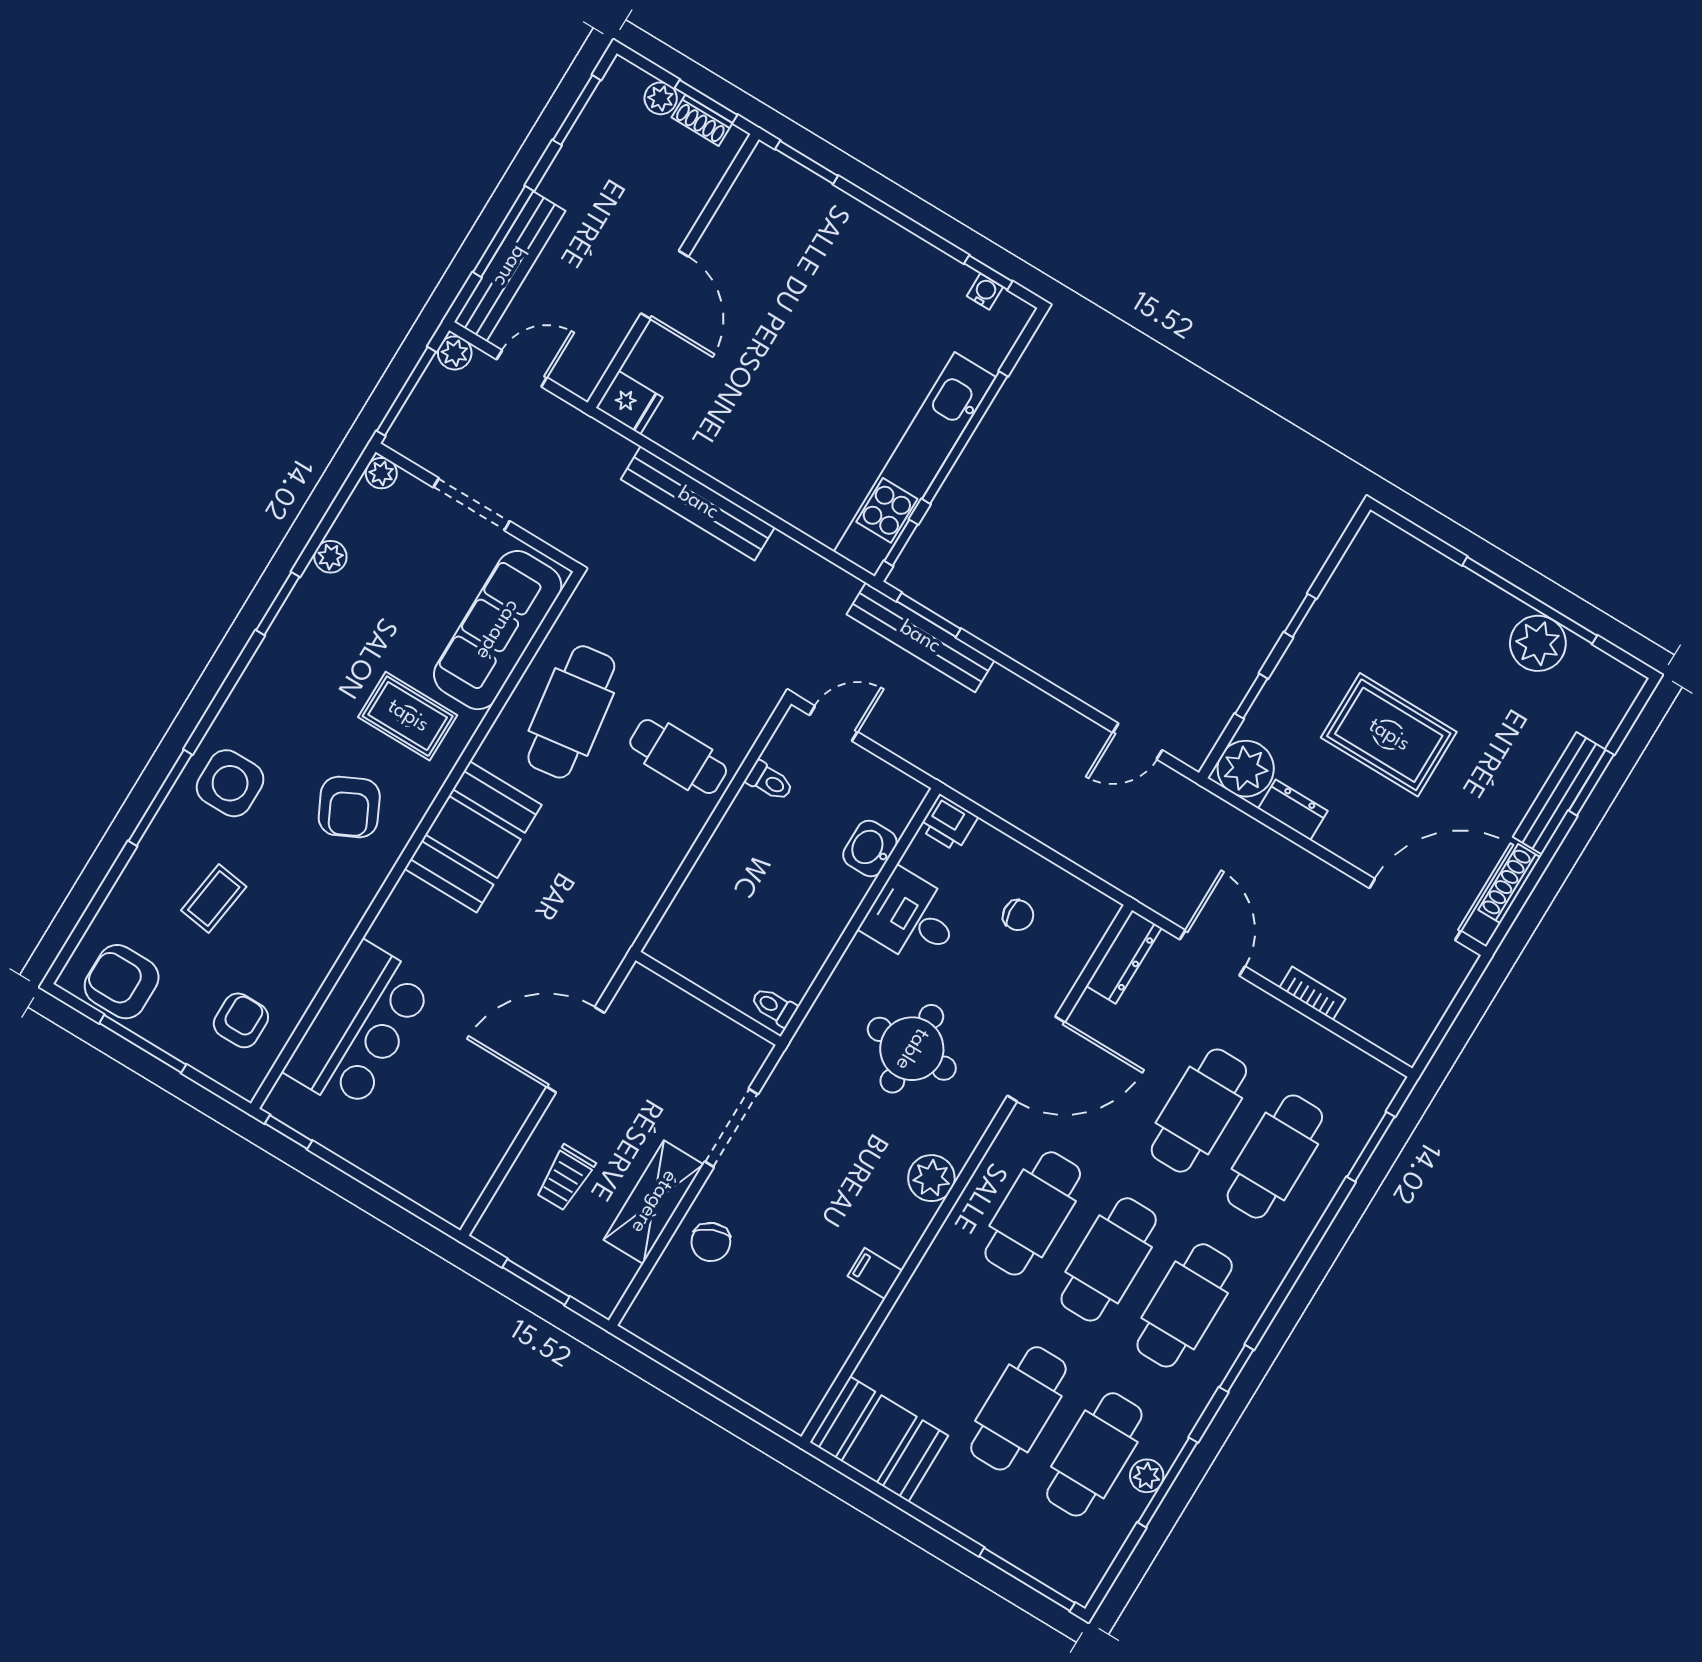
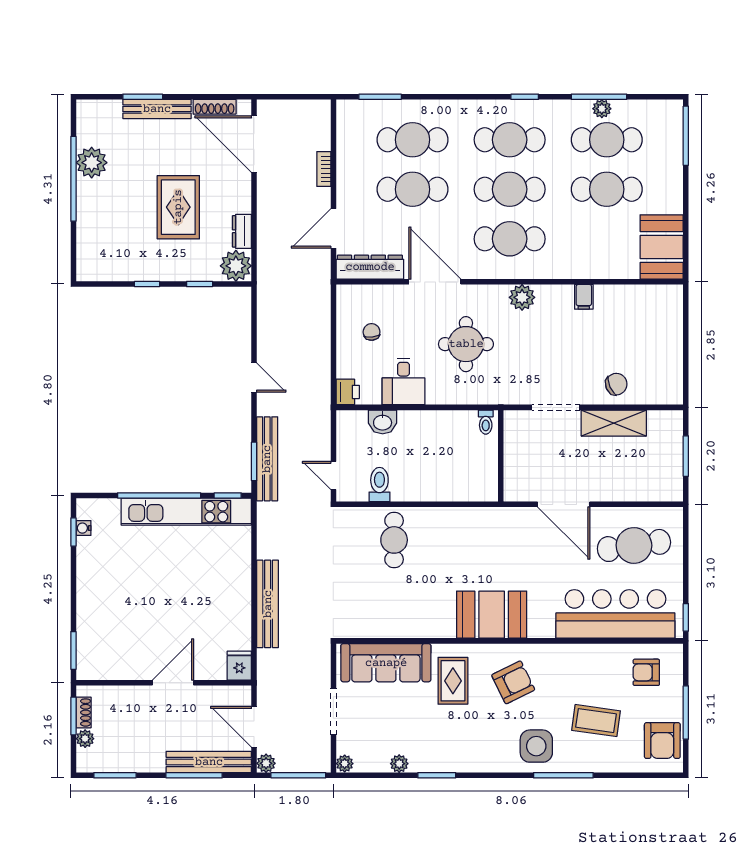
door: (522, 368) -> (254, 727), width x1.38
cafe table: (571, 712) -> (634, 545), moved
door: (1137, 741) -> (254, 377), moved
toilet: (769, 781) -> (379, 485), width x1.37, depth x1.39
coffee table: (214, 899) -> (596, 721), width x1.36, depth x1.30
dresser: (1124, 957) -> (370, 267), width x1.37, depth x1.24
bar counter: (359, 1027) -> (615, 614), width x1.36
trolley: (565, 1178) -> (628, 472), removed

